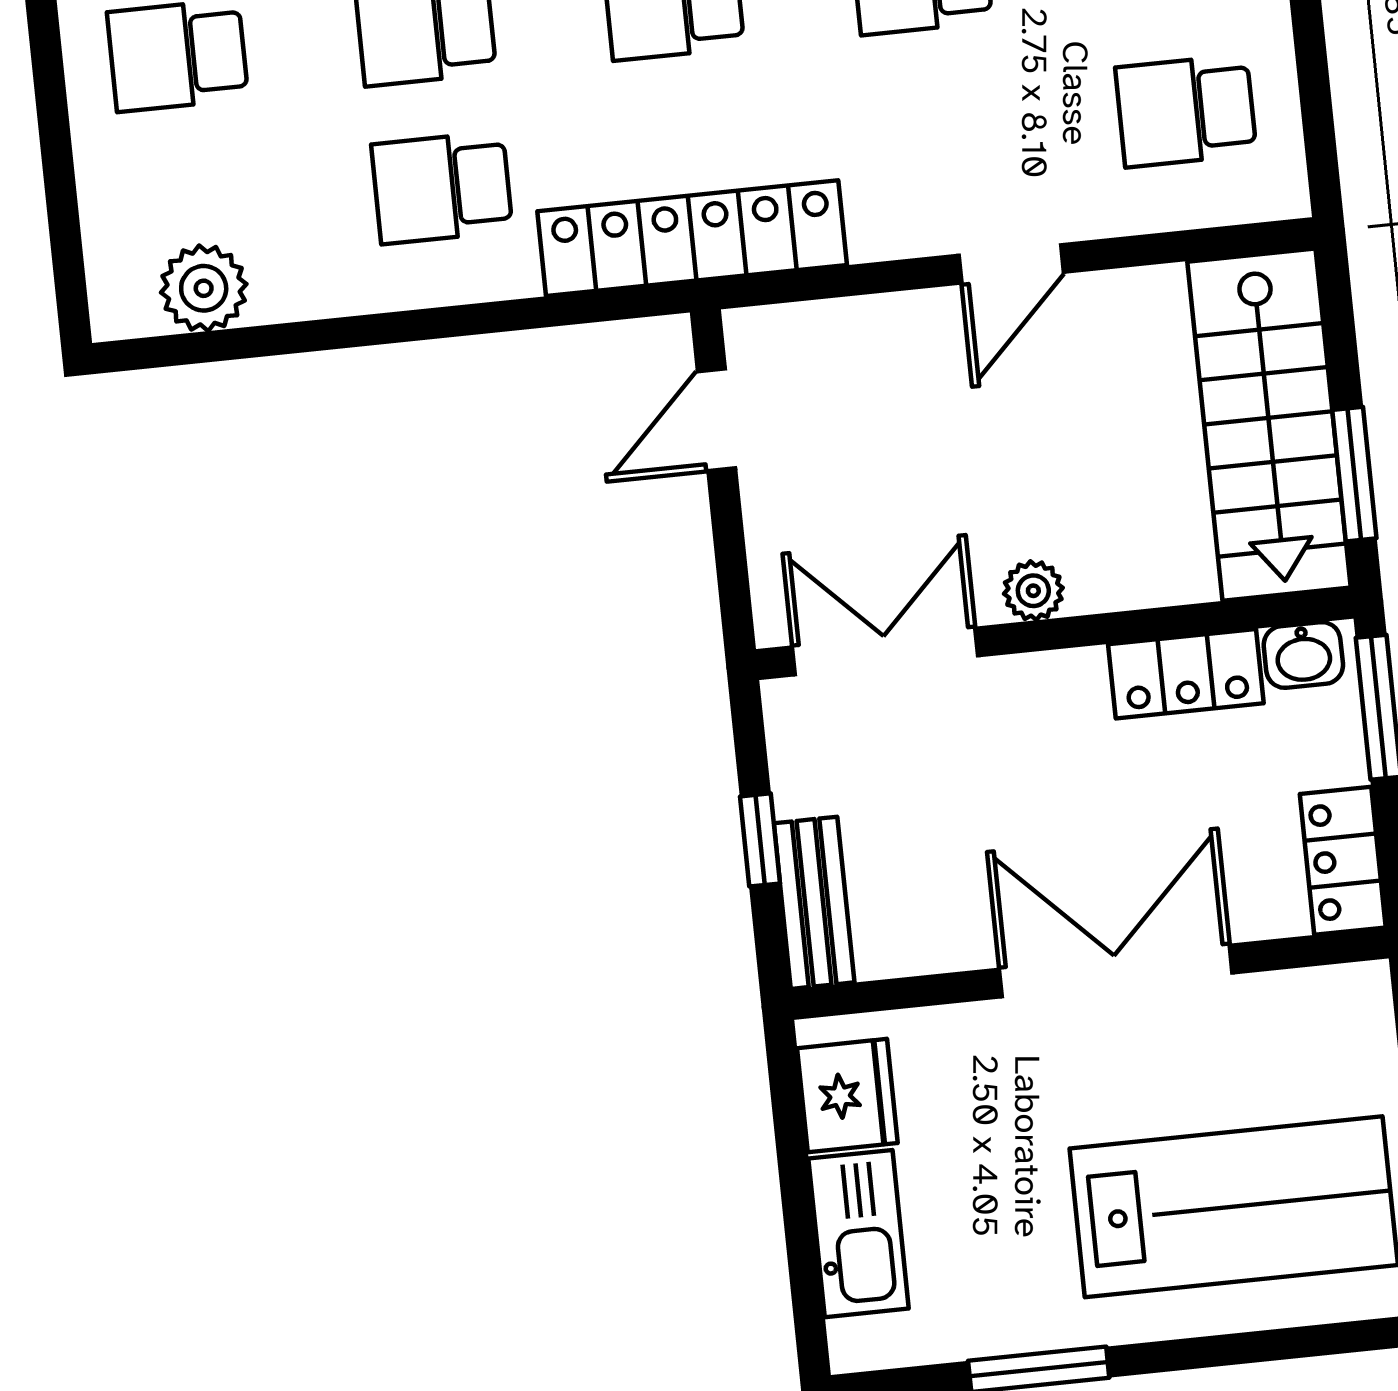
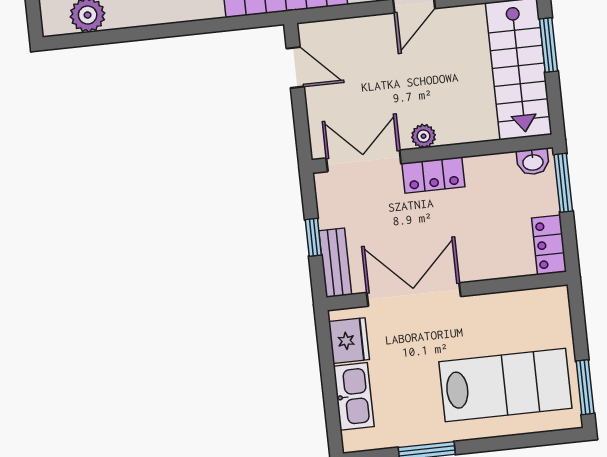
door: (717, 420) -> (295, 68), swing flipped
window: (1354, 474) -> (549, 45), moved
locker: (1186, 674) -> (433, 175), moved
double door: (1116, 971) -> (414, 294), moved

